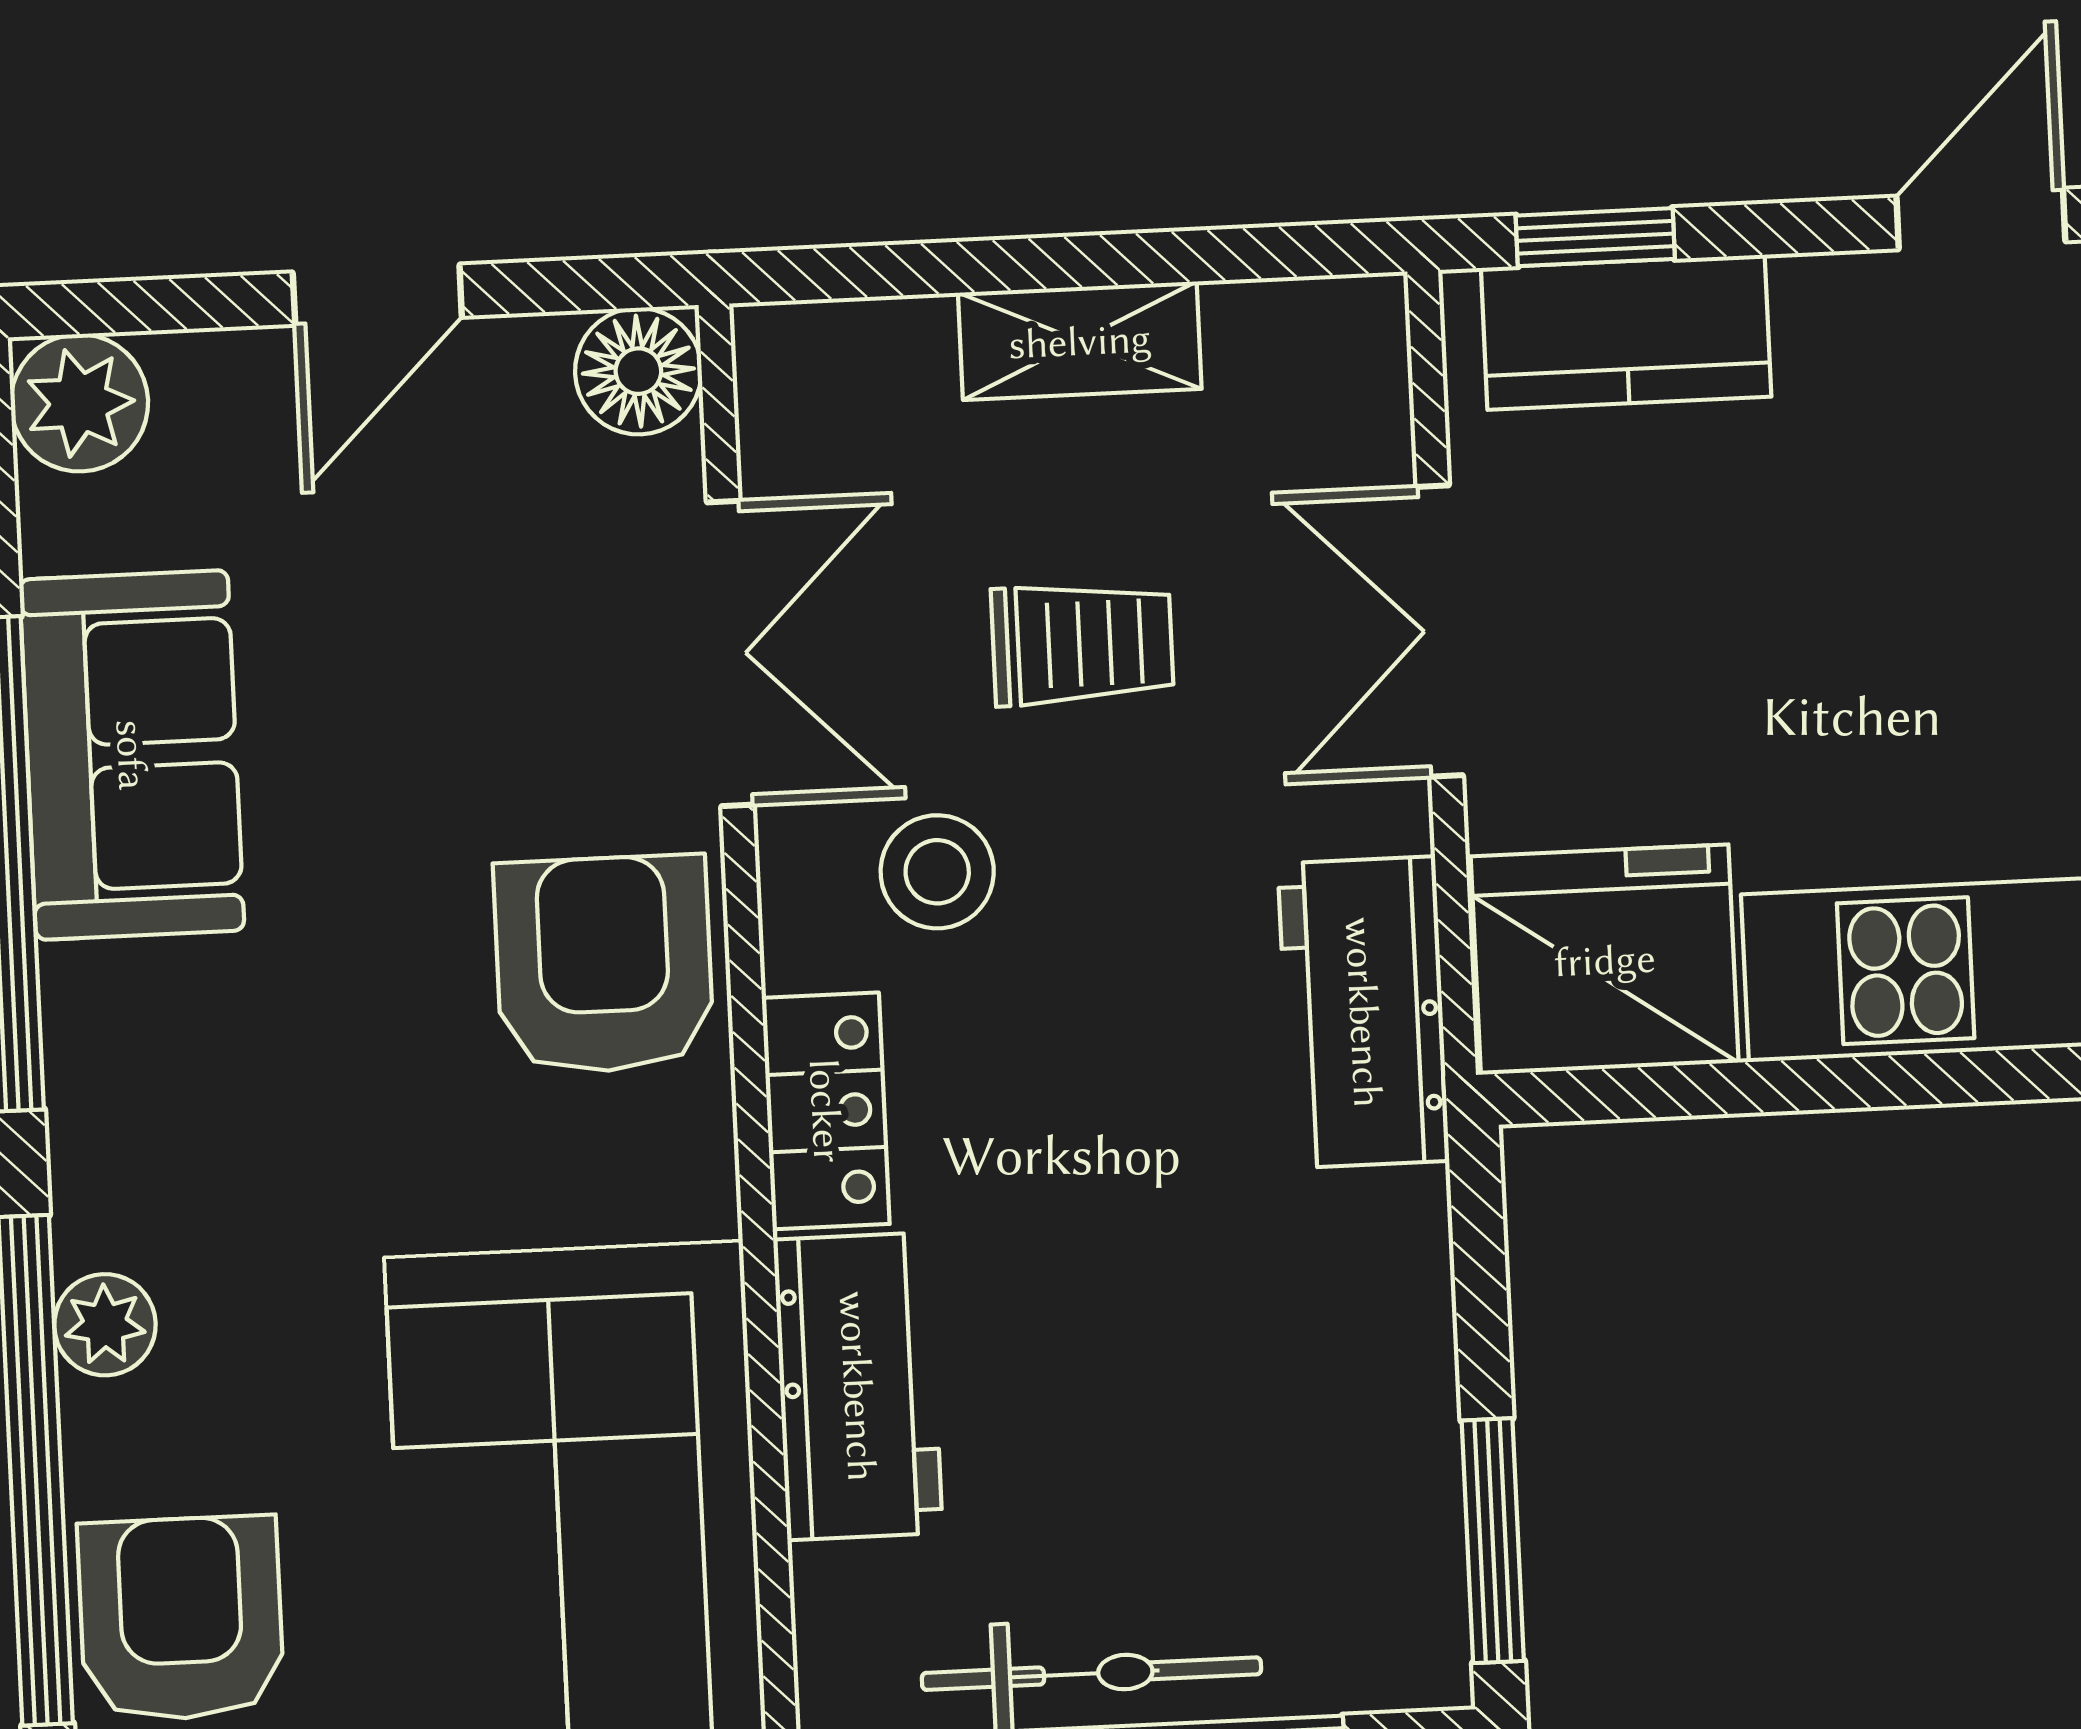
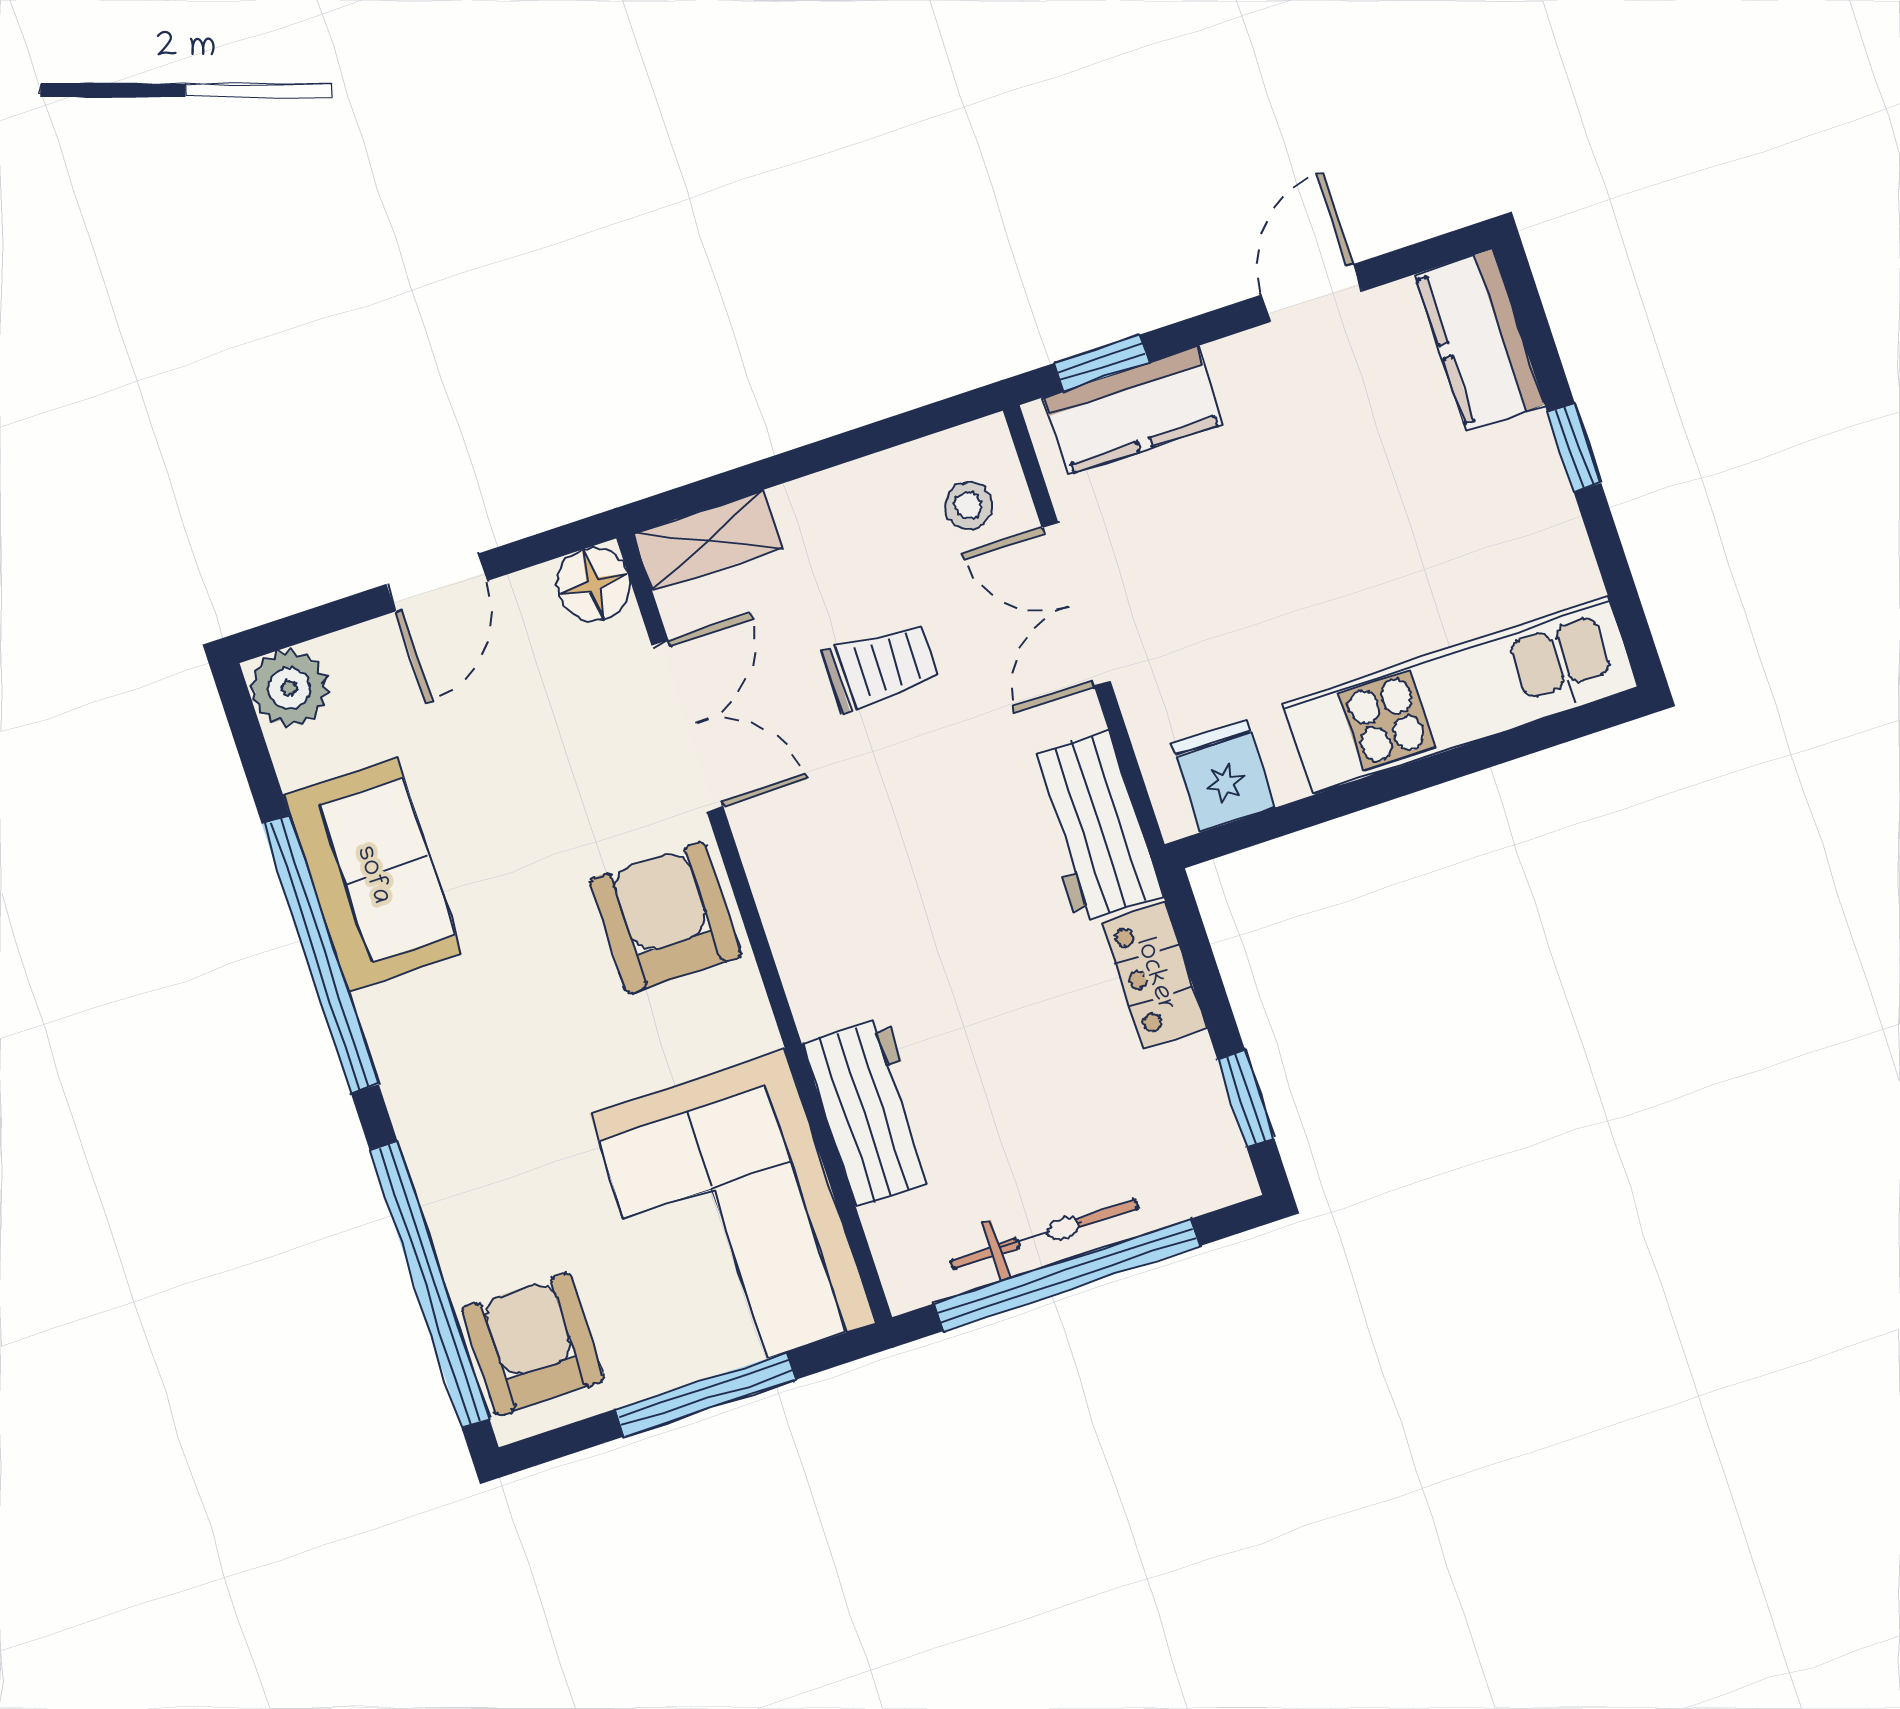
shelving: (1080, 341) -> (708, 541), moved
stool: (937, 872) -> (968, 505), moved, width x0.73, depth x0.73
fridge: (1605, 960) -> (1223, 776), width x0.53, depth x0.75
locker: (826, 1111) -> (1154, 975), moved, turned 180
plant: (105, 1325) -> (445, 1194), removed
window: (1493, 1541) -> (1246, 1099), width x0.67

